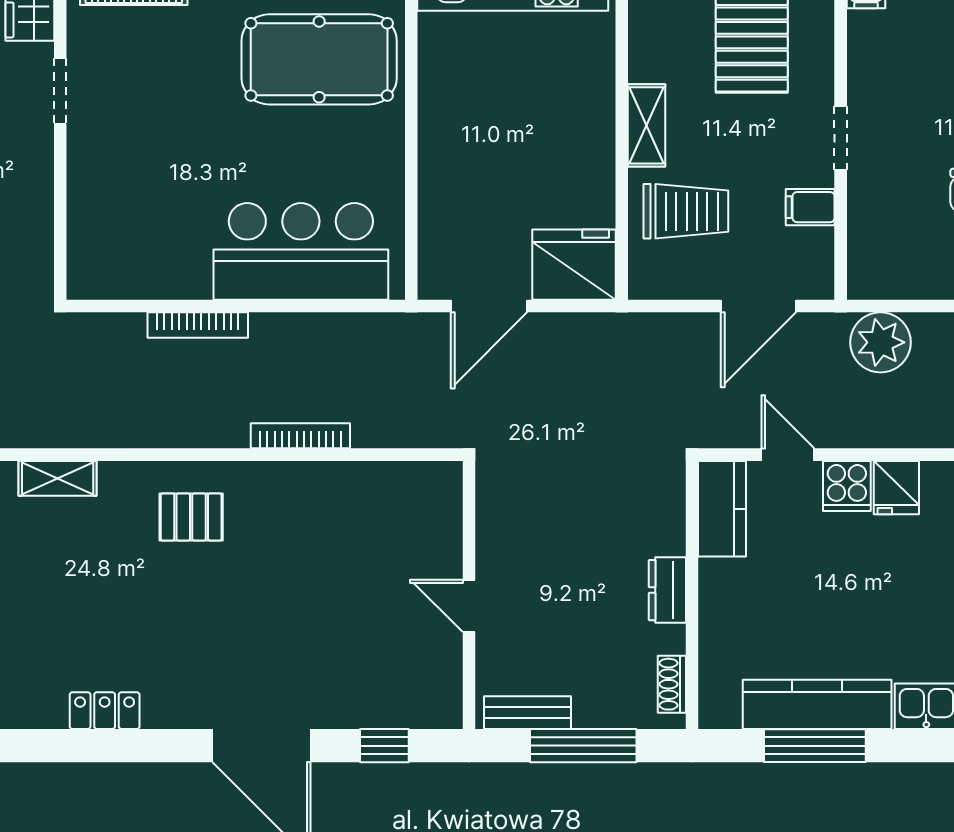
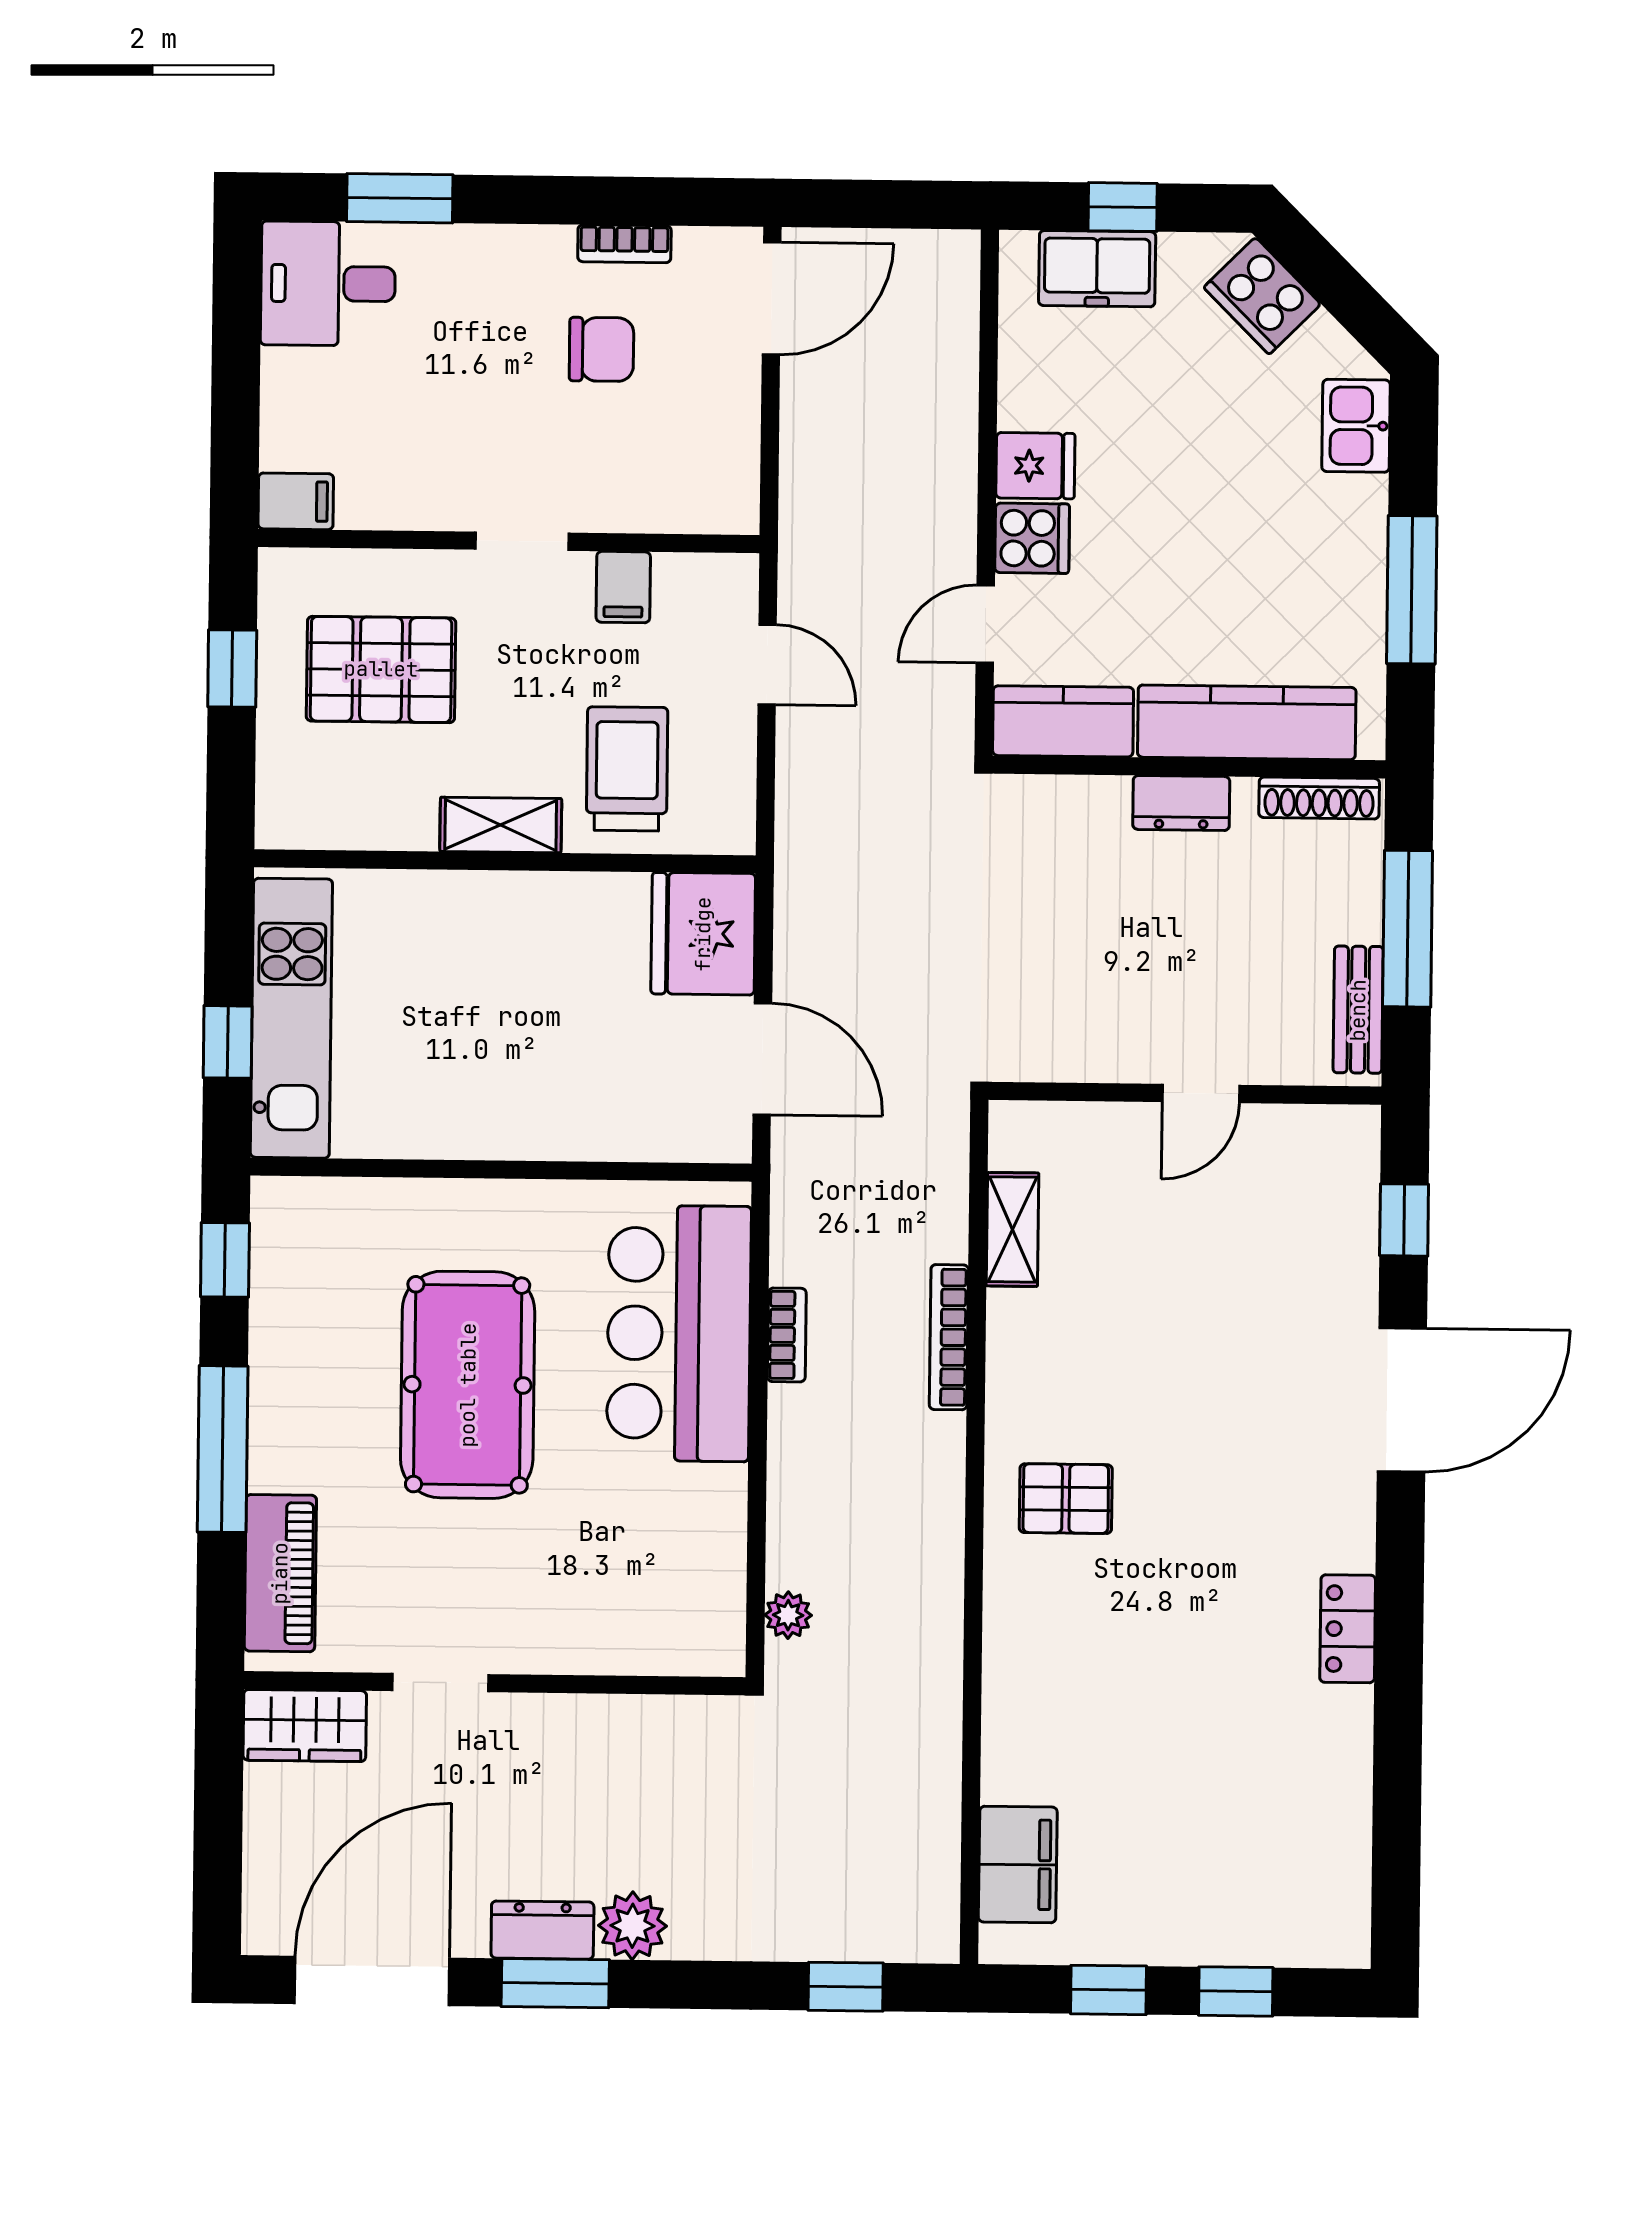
pool table: (319, 59) -> (468, 1385), moved
door: (758, 306) -> (767, 664), width x0.73
bookcase: (198, 325) -> (787, 1335), moved, width x0.64
plant: (881, 342) -> (788, 1615), moved, width x0.53, depth x0.53
shelving: (58, 478) -> (1012, 1229), moved
pallet: (191, 517) -> (1066, 1499), turned 90
shoe rack: (672, 684) -> (1319, 798), width x1.43
kitchen counter: (817, 704) -> (1247, 722), moved, turned 90

